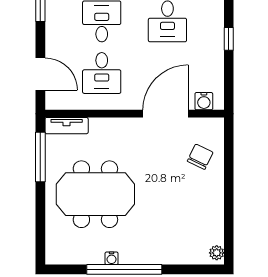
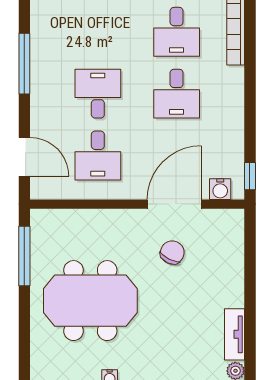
window: (229, 39) -> (250, 176), moved
tv unit: (67, 126) -> (235, 334), moved, turned 90
chair: (200, 157) -> (172, 252), moved

